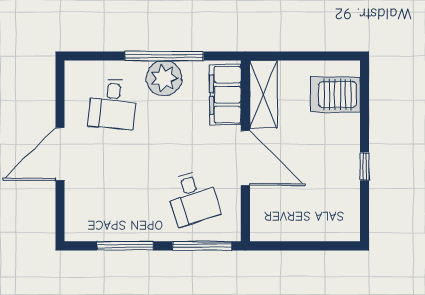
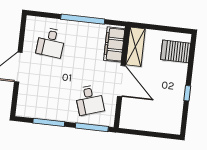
plant: (164, 78) -> (81, 31), removed

